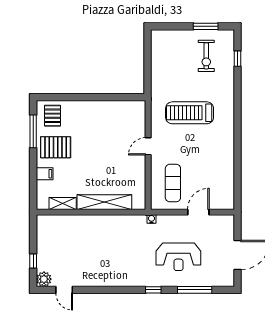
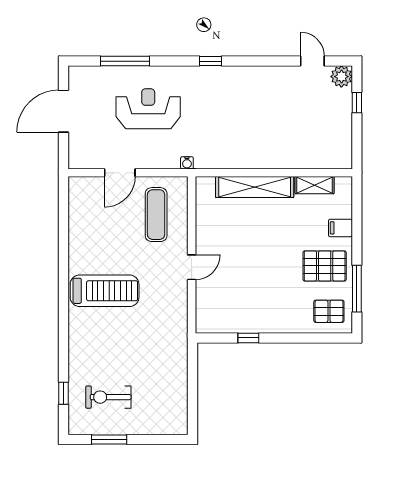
exercise bike: (206, 56) -> (108, 397), turned -90
window: (109, 97) -> (248, 338), added
treadmill: (190, 113) -> (105, 291), moved
pallet: (53, 116) -> (329, 311), turned 90
window: (153, 290) -> (210, 61), moved

